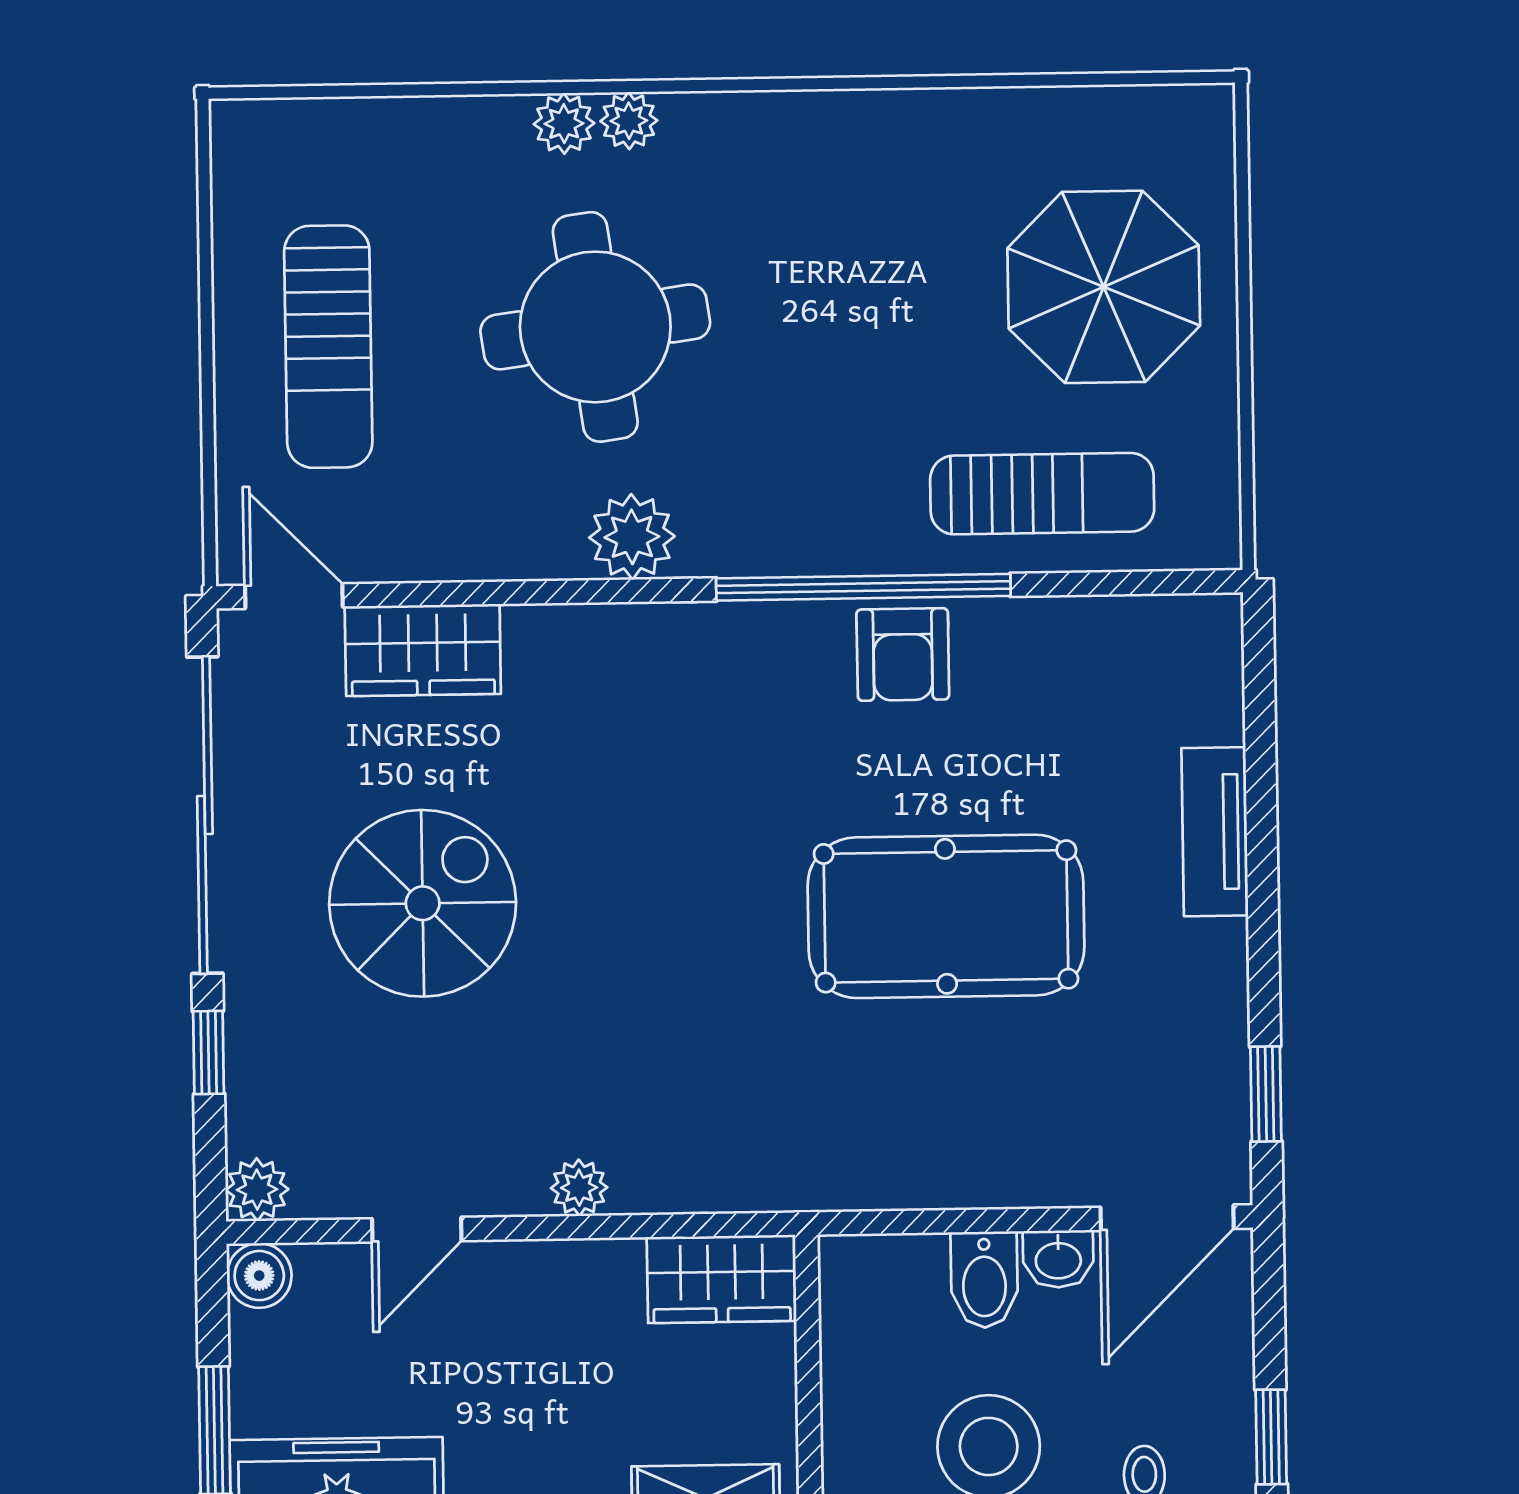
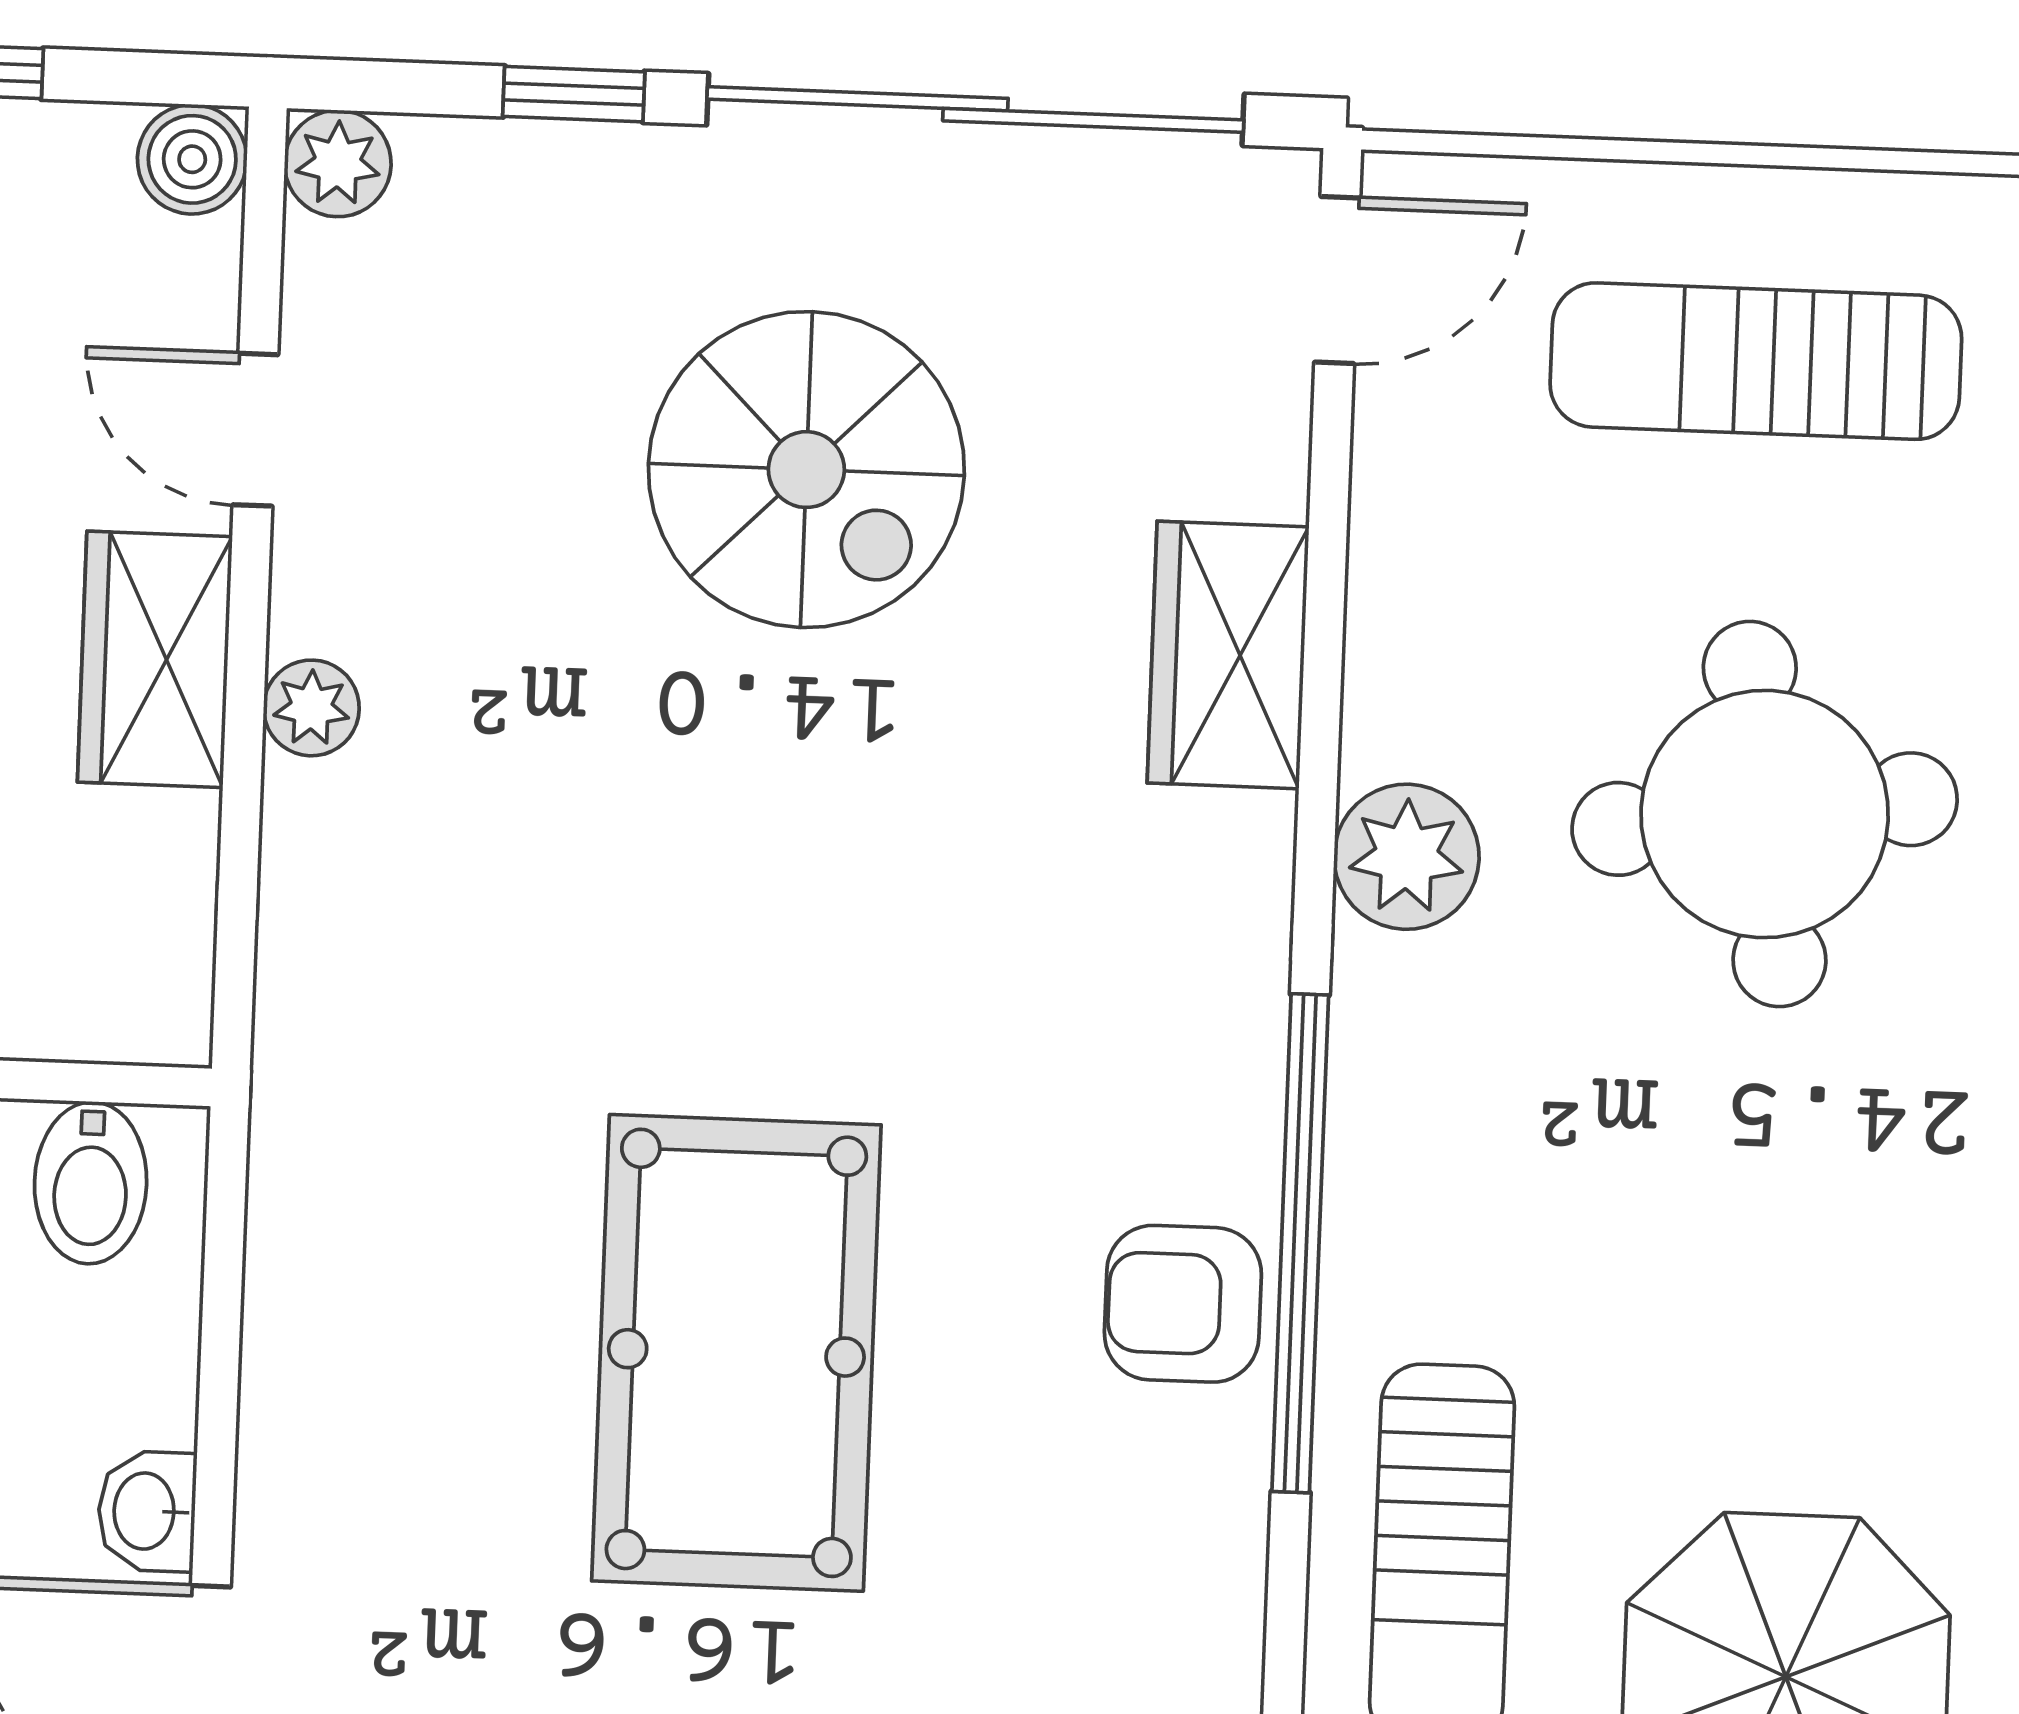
wardrobe: (423, 650) -> (1228, 655), moved
wardrobe: (722, 1279) -> (155, 659), moved
bidet: (984, 1280) -> (91, 1183), moved, turned -90

